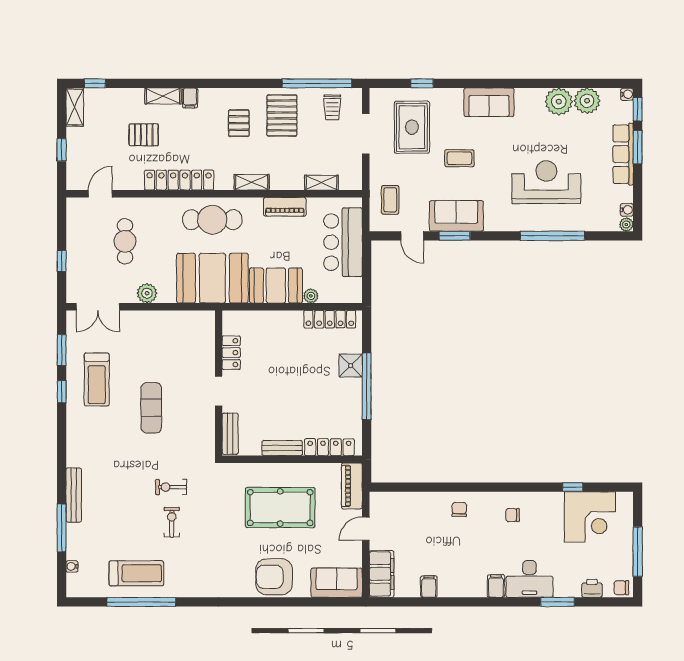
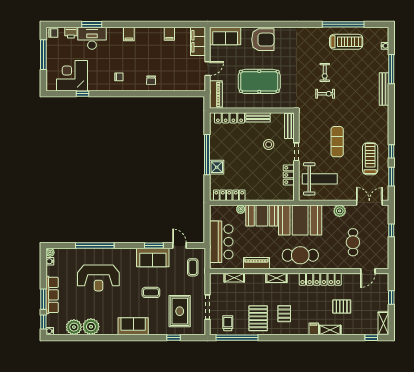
weight bench: (180, 346) -> (320, 179), added
stool: (265, 403) -> (269, 144), added
treadmill: (136, 573) -> (346, 42), turned 180
desk: (529, 579) -> (92, 38), moved

